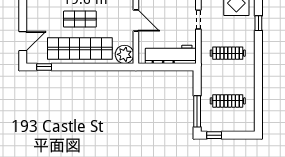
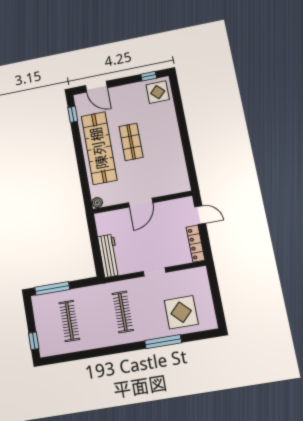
window: (258, 23) -> (163, 342), width x2.17
plant: (124, 54) -> (97, 203), width x0.53, depth x0.53
workbench: (171, 54) -> (109, 256), width x0.73, depth x0.76
window: (214, 135) -> (34, 341), moved

